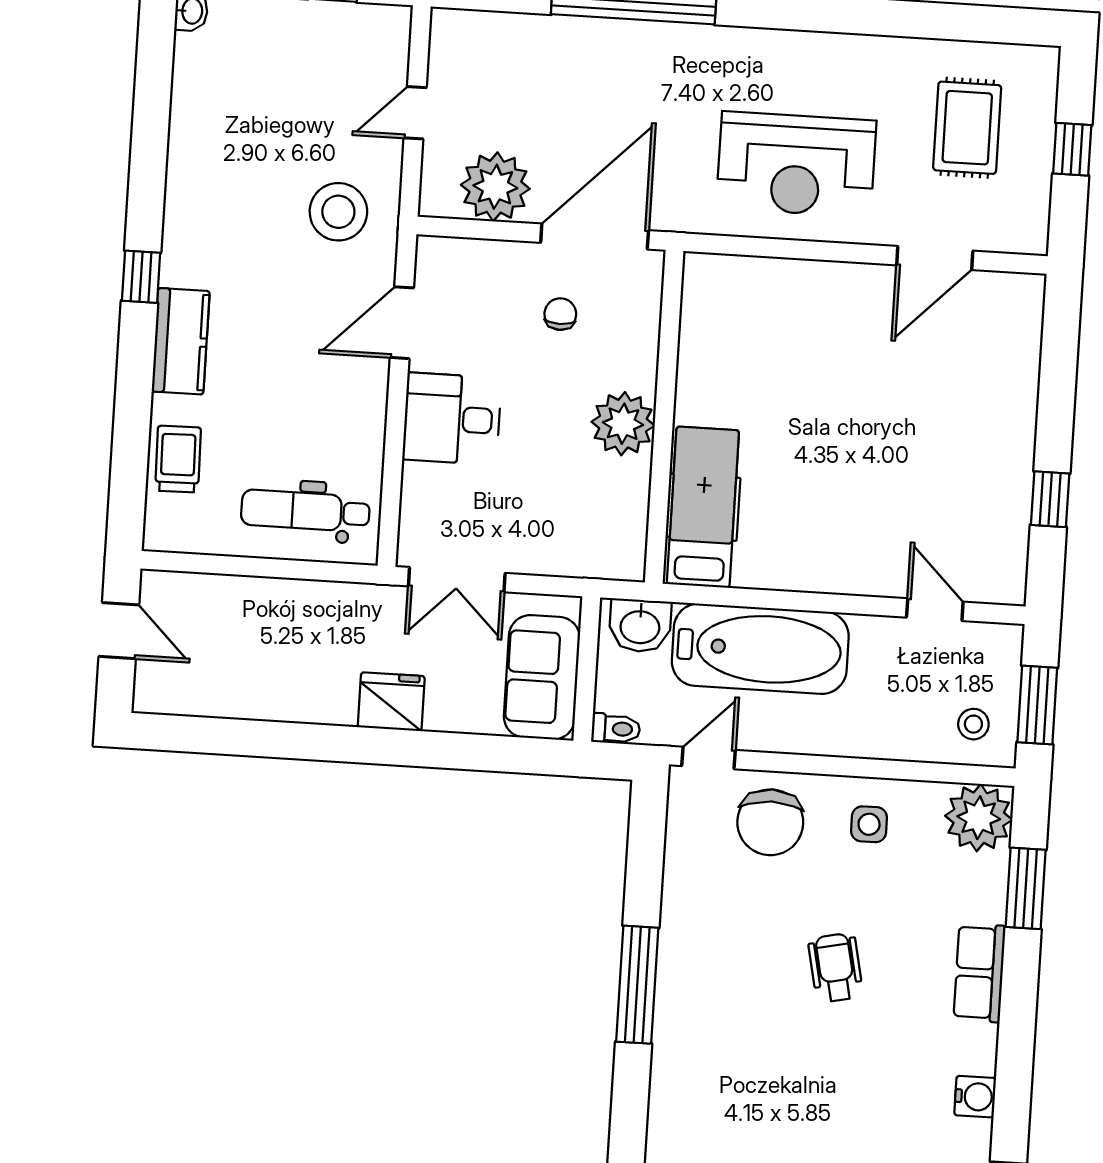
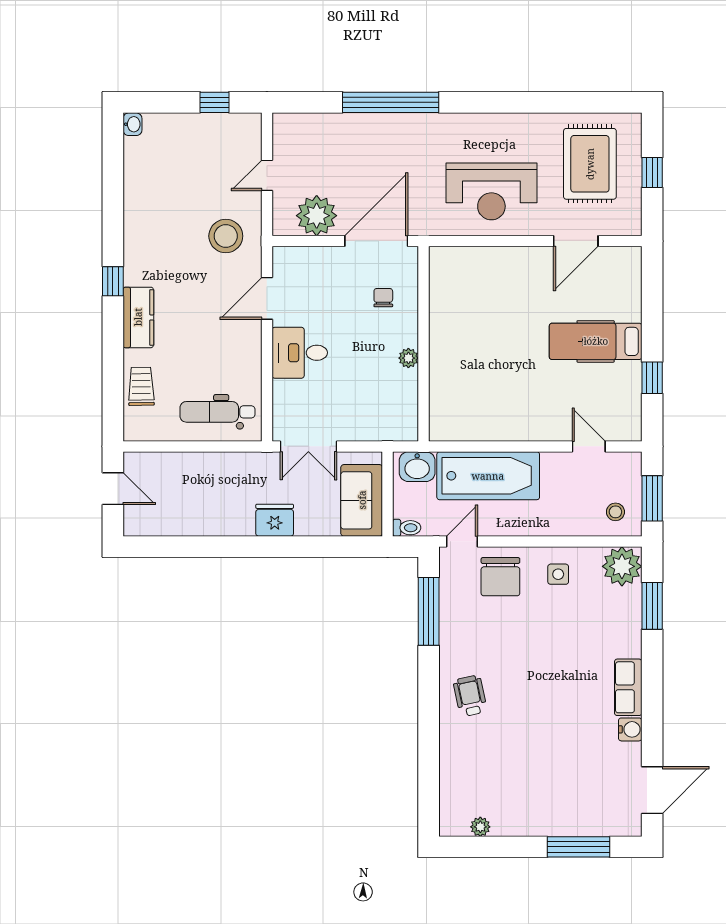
rug: (967, 128) -> (590, 164), width x1.36, depth x1.43
chair: (560, 314) -> (383, 298), moved
plant: (623, 424) -> (408, 358), width x0.53, depth x0.53
hospital bed: (703, 507) -> (596, 341), moved, turned -90
wheelchair: (836, 968) -> (470, 696), moved
row of seats: (980, 973) -> (628, 687), moved
window: (637, 985) -> (429, 611), moved

